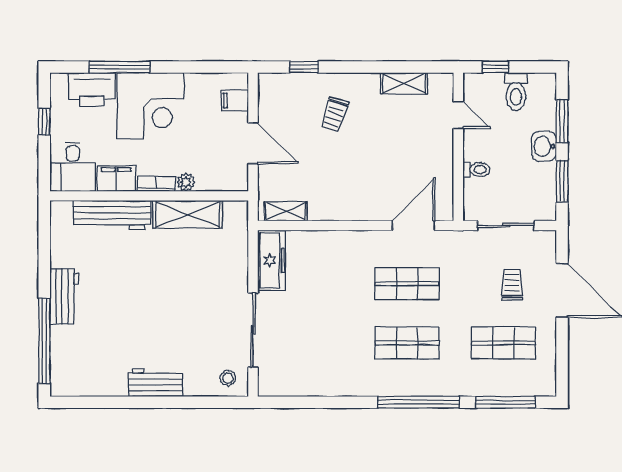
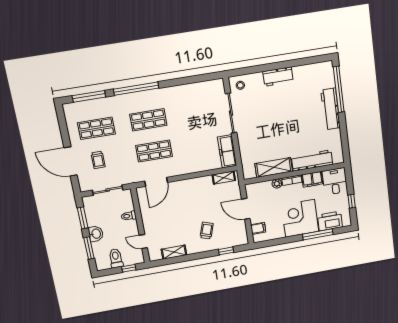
workbench: (64, 297) -> (330, 109), width x1.37

